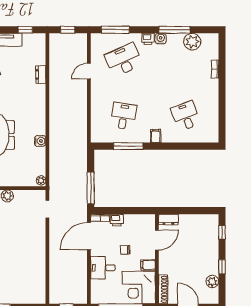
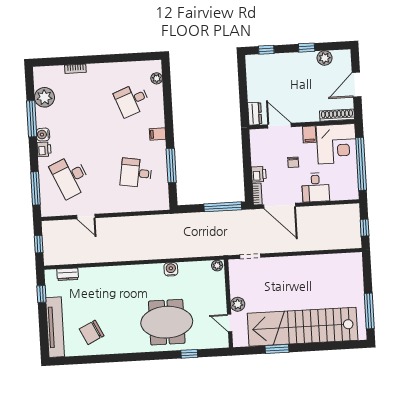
dresser: (41, 74) -> (68, 274), moved
plant: (203, 138) -> (157, 78), added

